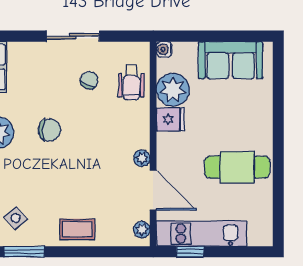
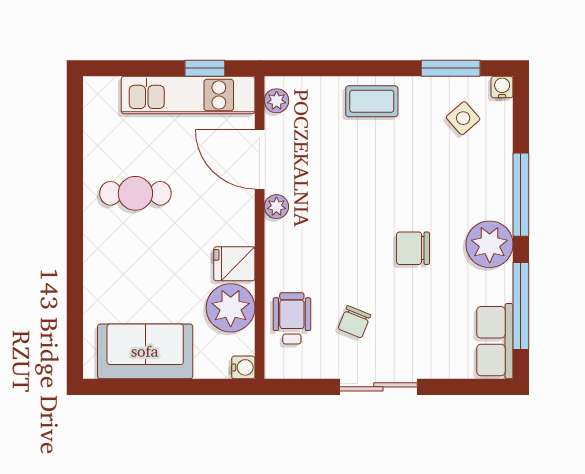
cafe table: (237, 167) -> (135, 193), width x0.73, depth x0.74

